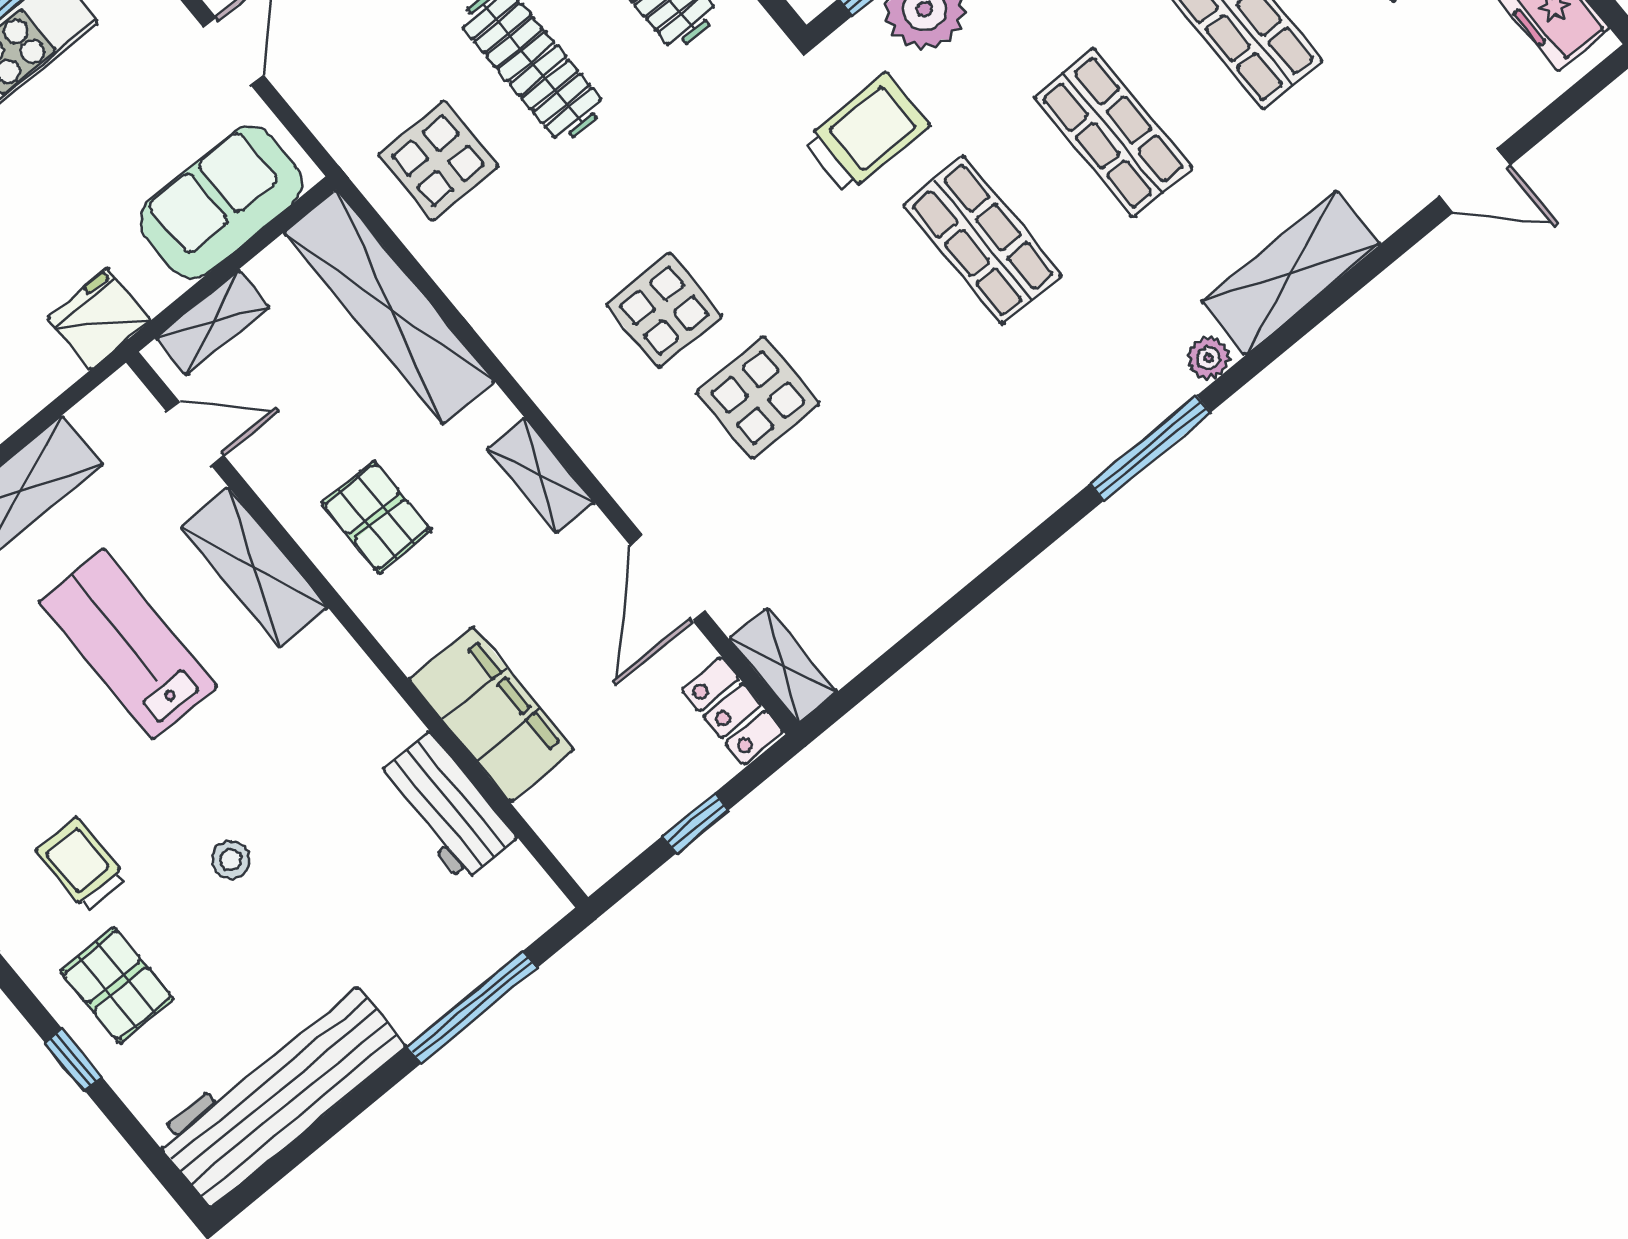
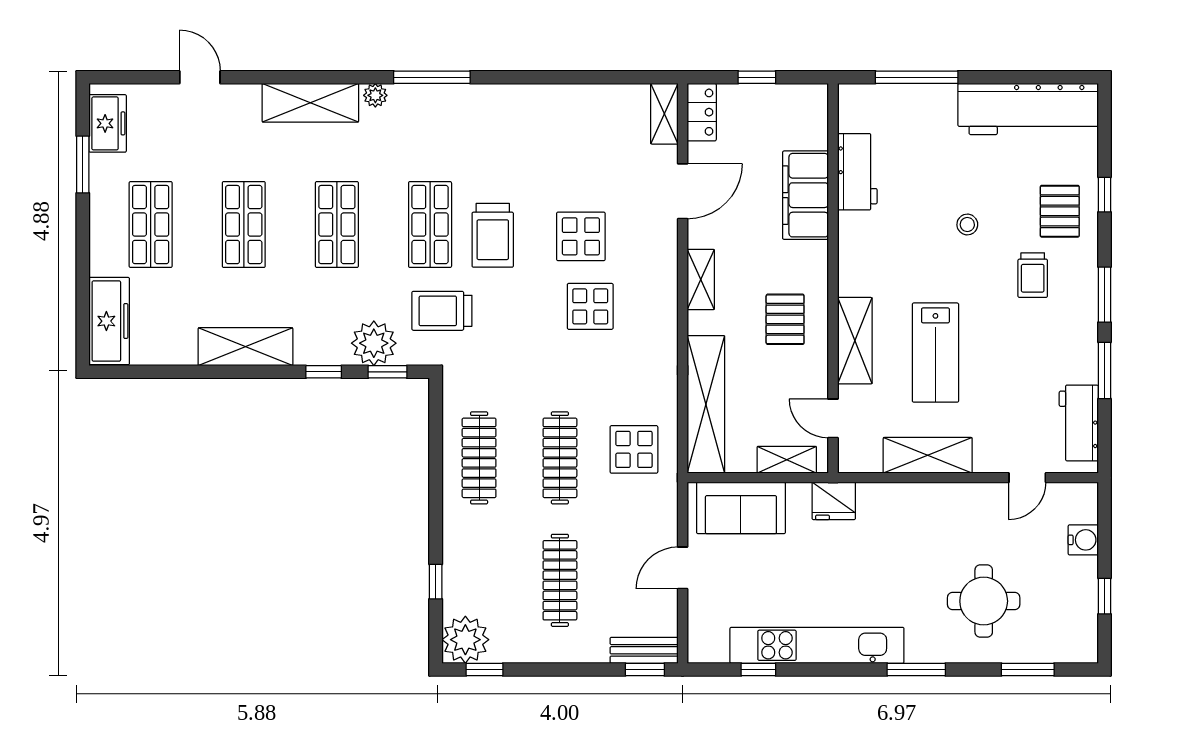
trolley: (883, 297) -> (493, 235), added

